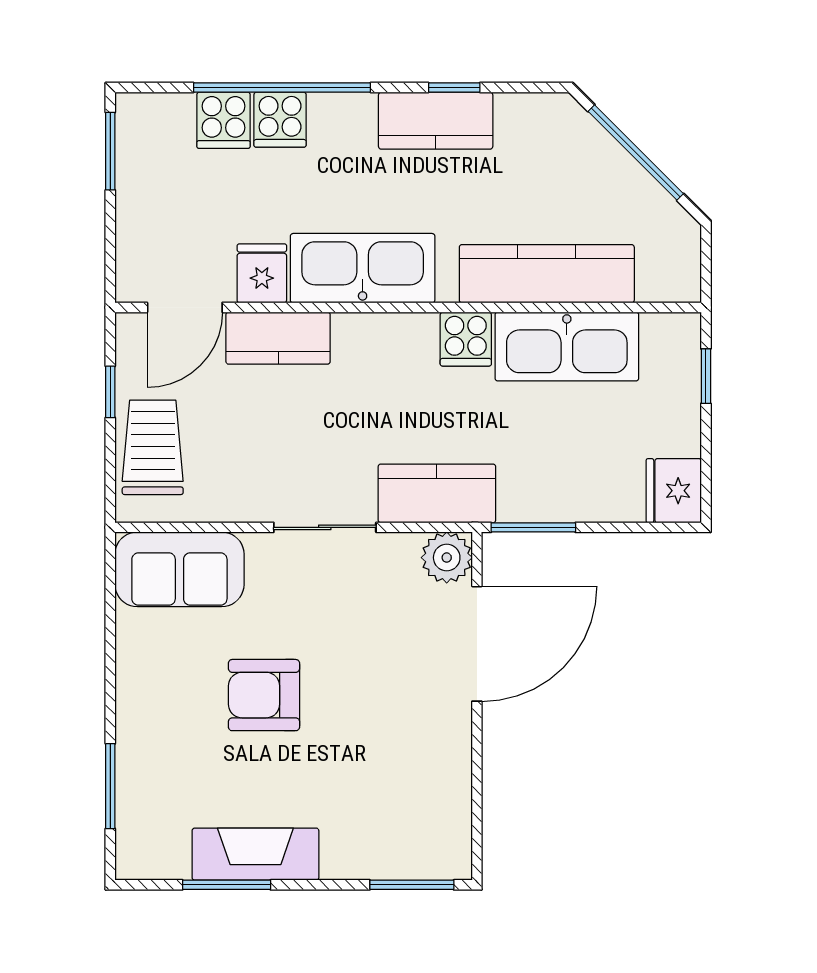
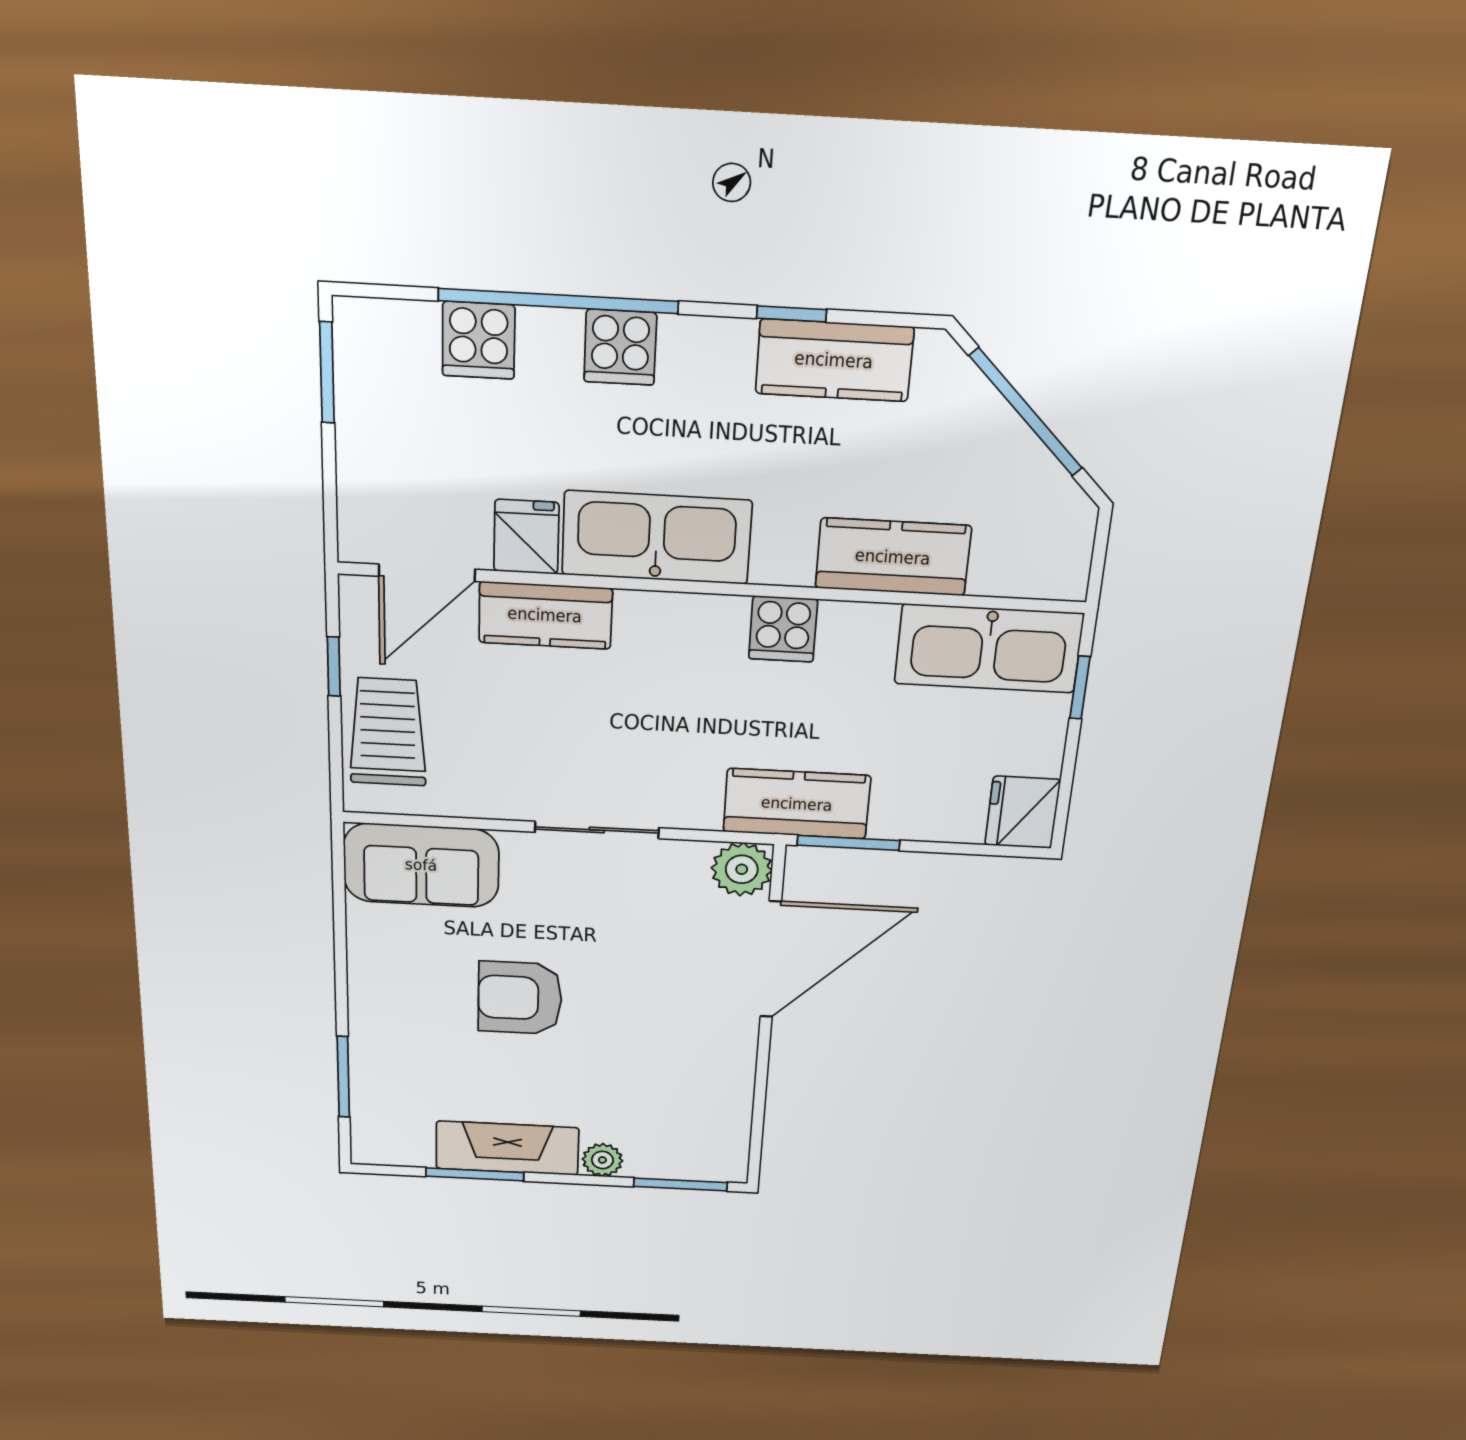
cooker: (280, 120) -> (620, 347), moved
kitchen counter: (436, 121) -> (834, 360), moved
kitchen counter: (547, 274) -> (893, 557), width x0.67
kitchen sink: (567, 346) -> (989, 648), moved
kitchen counter: (437, 493) -> (797, 804), moved
plant: (341, 862) -> (602, 1160), added

